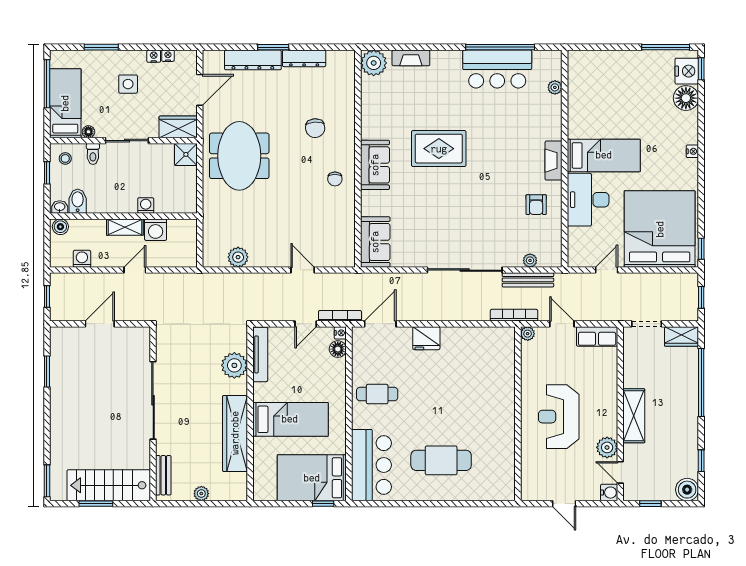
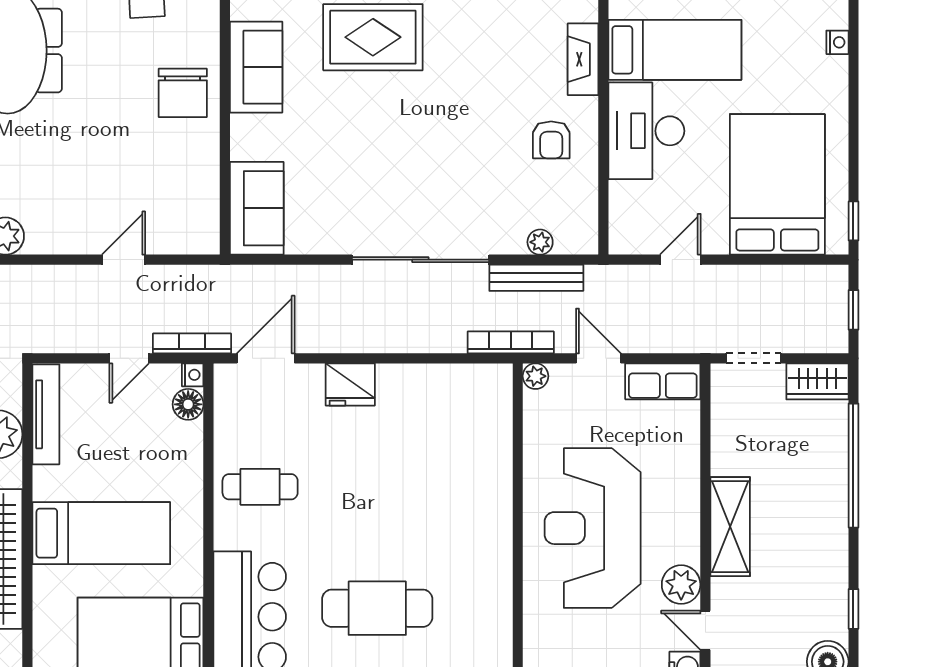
chair: (335, 179) -> (183, 93), width x1.87, depth x1.87
bed: (660, 229) -> (777, 184), width x0.73
door: (303, 270) -> (124, 260), hinge flipped
reception desk: (559, 417) -> (593, 528), width x1.36, depth x1.30

